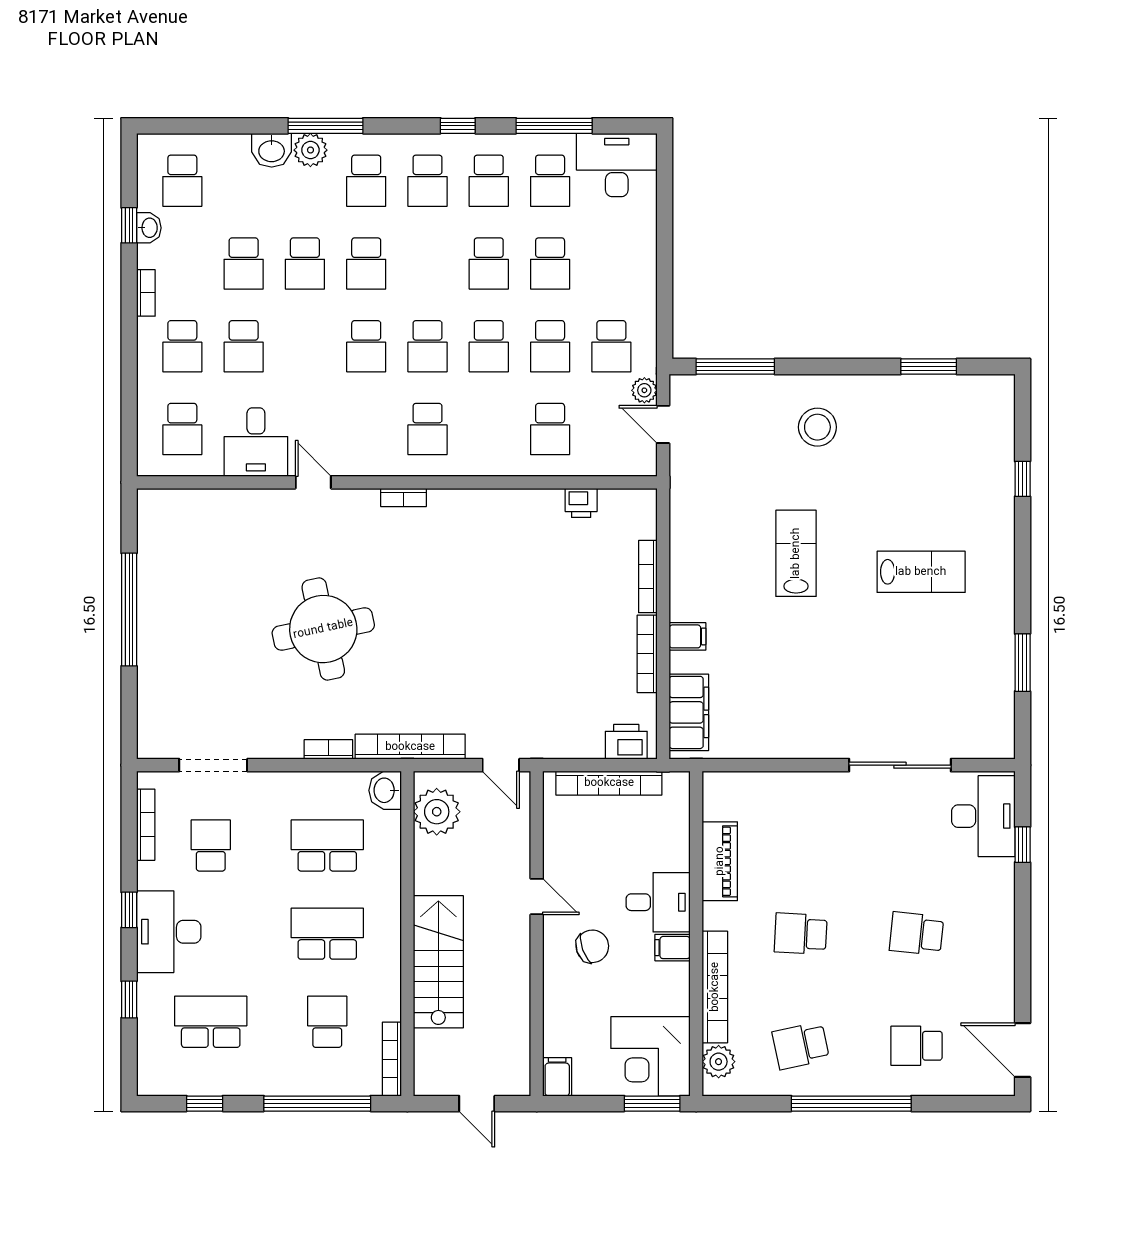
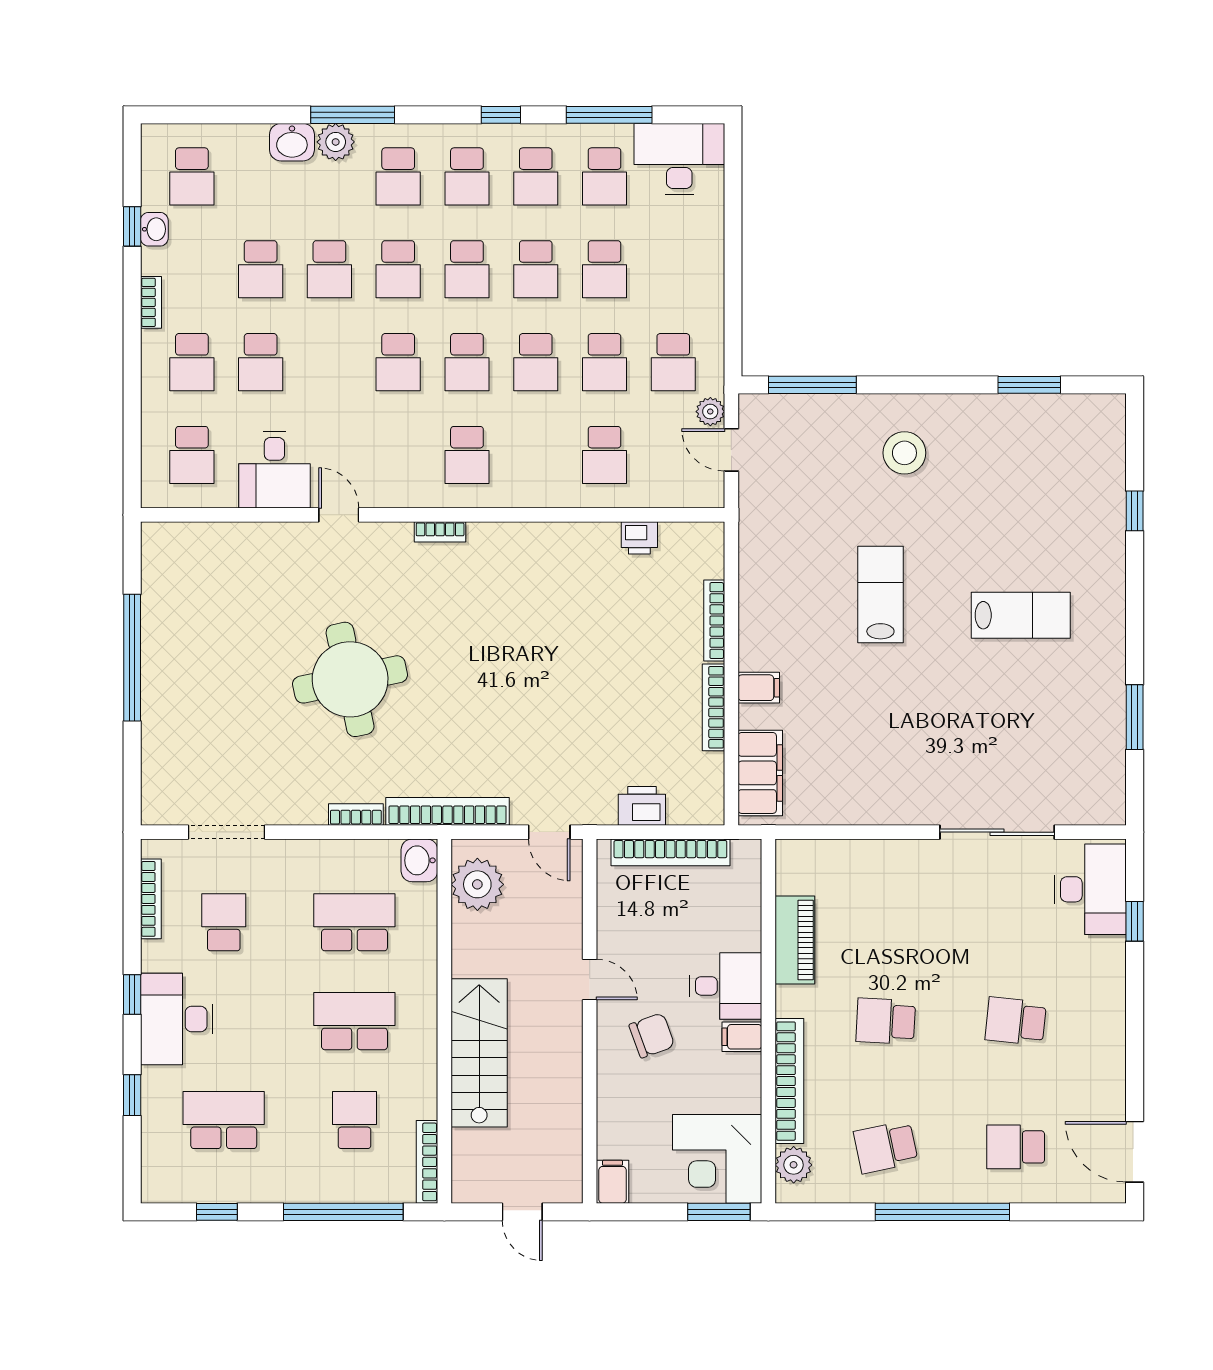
school desk: (427, 263) -> (467, 269), added
printer: (626, 742) -> (642, 806), moved

